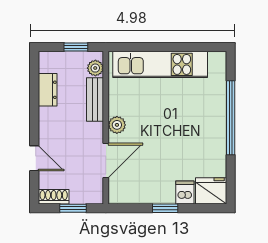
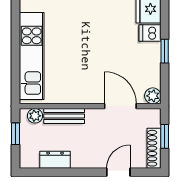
plant: (117, 125) -> (153, 96), moved
shoe rack: (54, 197) -> (154, 148), width x1.43

